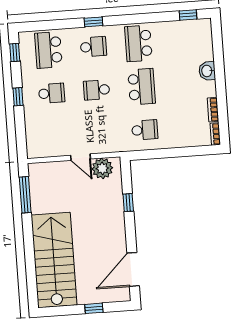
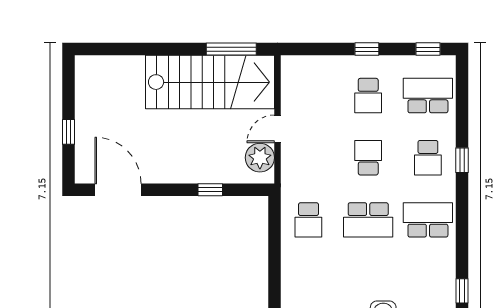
stairs: (54, 260) -> (210, 82), moved

